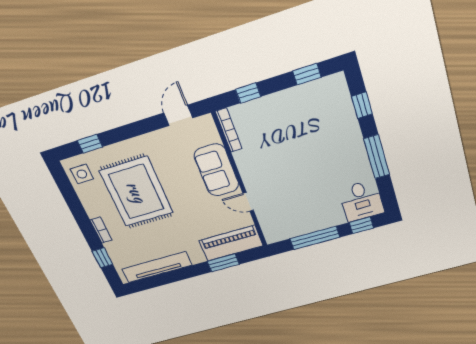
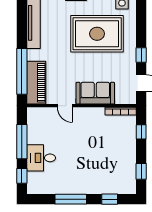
window: (90, 144) -> (141, 55), moved
desk: (361, 201) -> (41, 158), moved
door: (248, 202) -> (65, 106), swing flipped
window: (223, 263) -> (22, 71), width x2.11

